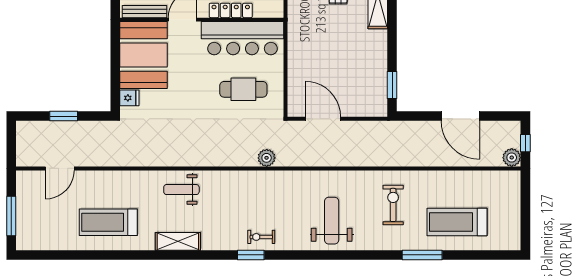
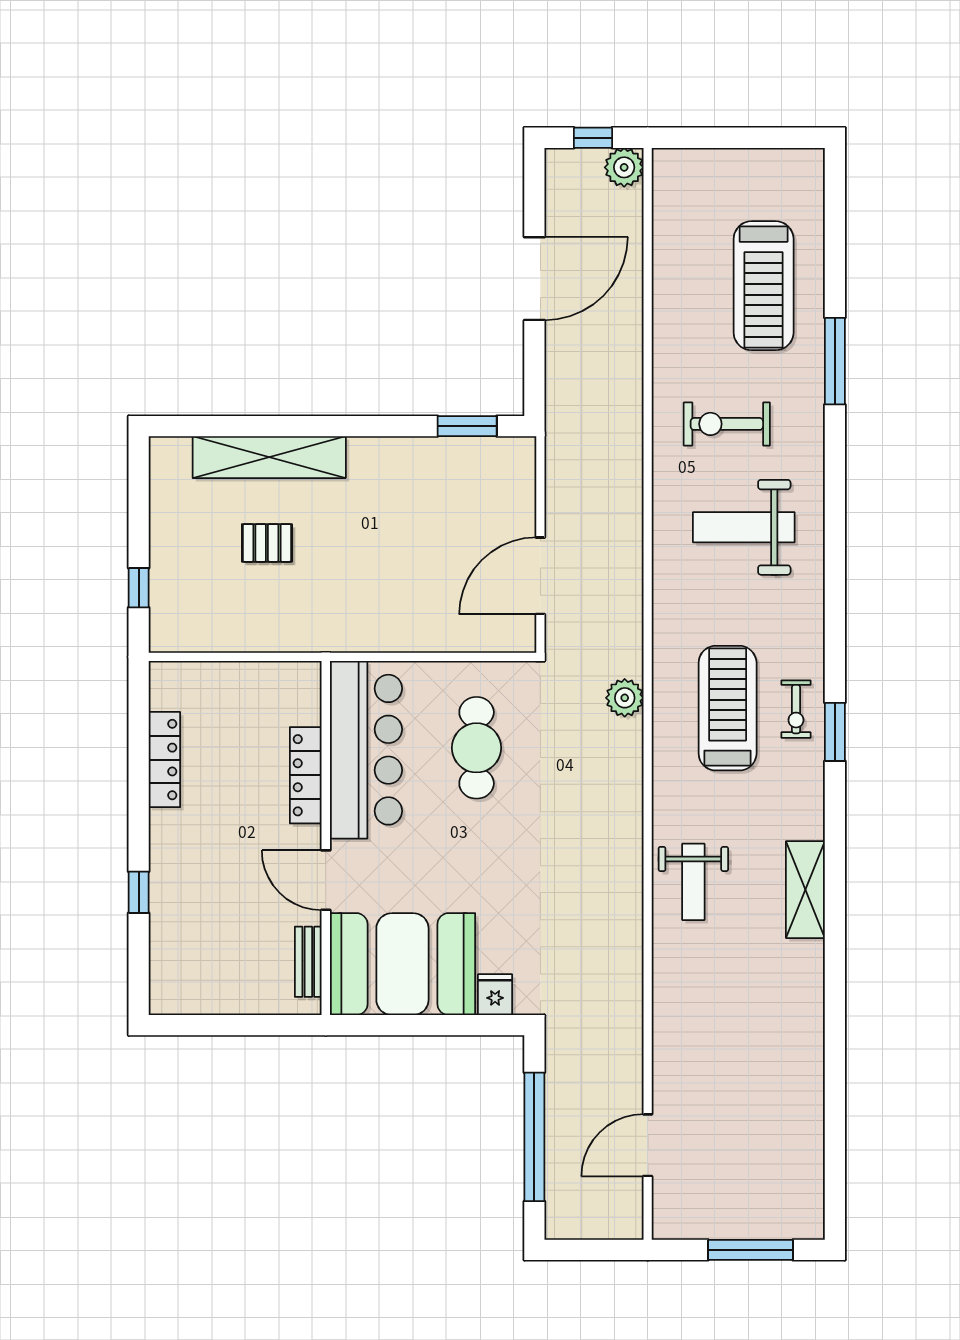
bench: (145, 12) -> (308, 962), width x0.73
window: (64, 116) -> (534, 1137), width x2.11
door: (60, 168) -> (648, 1145), swing flipped
weight bench: (332, 221) -> (744, 527), moved
treadmill: (108, 222) -> (728, 708), moved, turned 180

